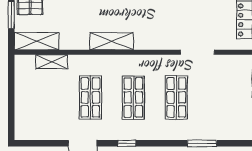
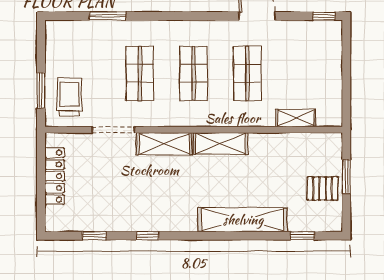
shelving: (37, 41) -> (164, 144), moved
trolley: (233, 78) -> (69, 97), added
window: (127, 143) -> (324, 16), moved

